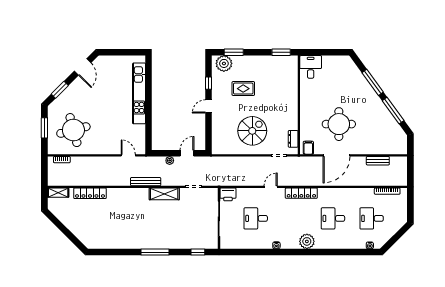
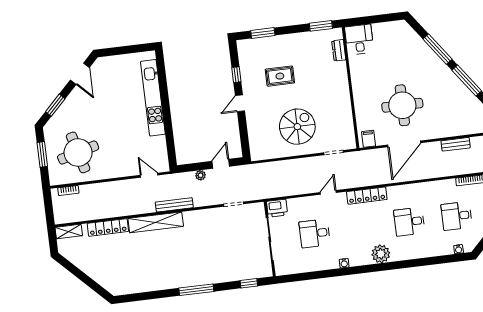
plant: (224, 63) -> (252, 48), removed
dresser: (293, 139) -> (339, 50), moved
shelving: (164, 194) -> (156, 222), moved, width x1.47

